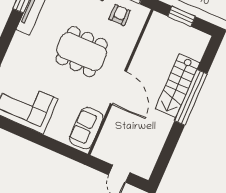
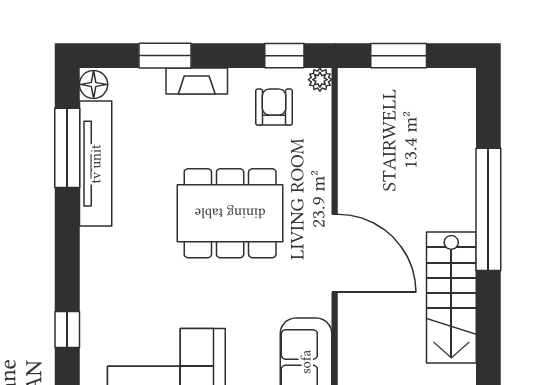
plant: (144, 12) -> (320, 80), added
stairs: (178, 86) -> (451, 297), moved

